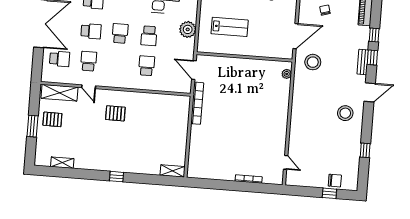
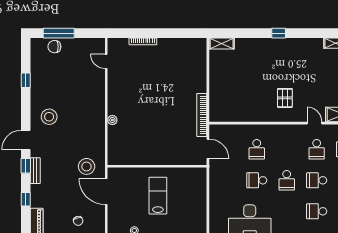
lab bench: (230, 27) -> (158, 196), moved, turned 90
plant: (188, 29) -> (218, 190), removed
school desk: (149, 36) -> (257, 180), turned -90
door: (296, 36) -> (106, 192), hinge flipped
window: (372, 57) -> (26, 166), moved
plant: (287, 74) -> (112, 120), moved
pallet: (115, 113) -> (285, 98), turned 90
window: (329, 193) -> (59, 33), width x2.17

